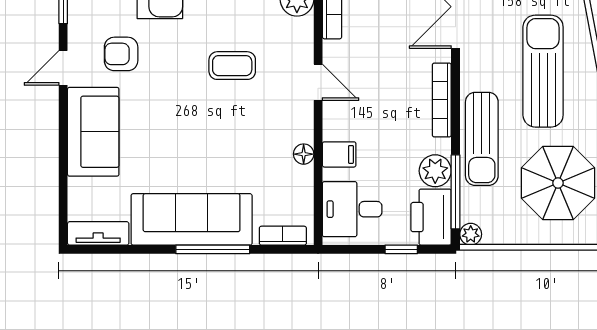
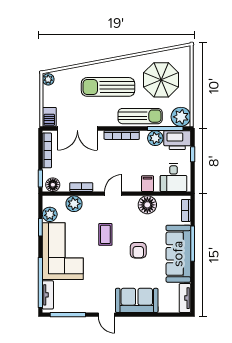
armchair: (121, 54) -> (138, 250), moved
floor lamp: (304, 154) -> (147, 205), width x1.89, depth x1.89
plant: (471, 234) -> (181, 117), width x1.88, depth x1.88

